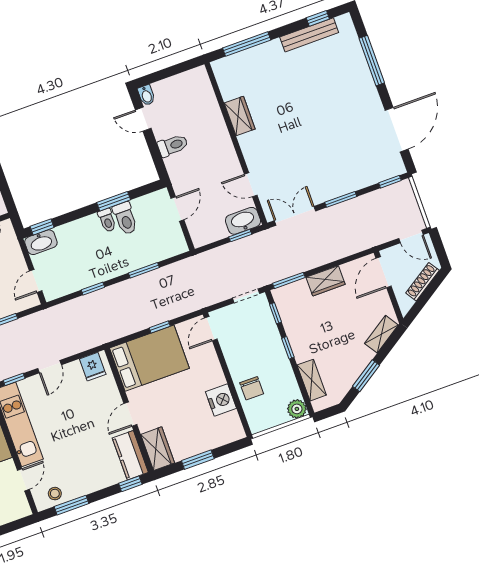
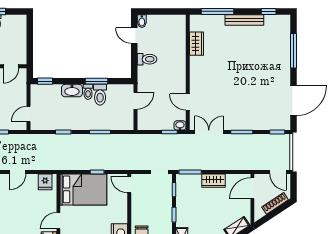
bench: (309, 35) -> (244, 20), moved
wardrobe: (240, 116) -> (196, 44), moved
washbasin: (243, 221) -> (180, 125), width x0.52, depth x0.69
washbasin: (41, 242) -> (72, 91), moved
door: (211, 329) -> (129, 185), hinge flipped

